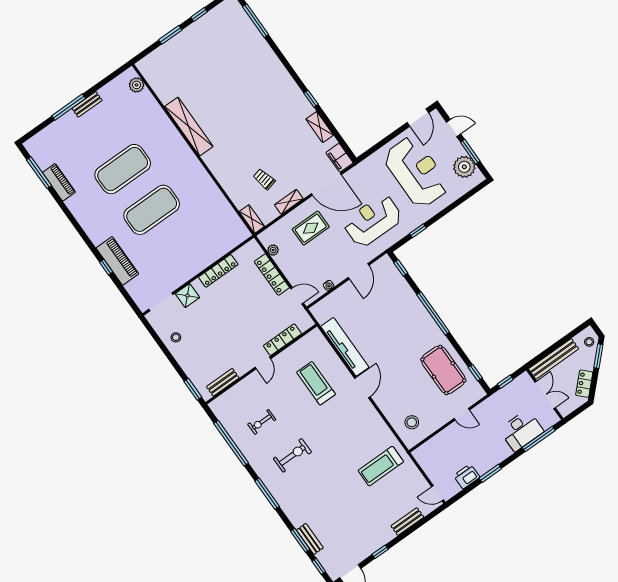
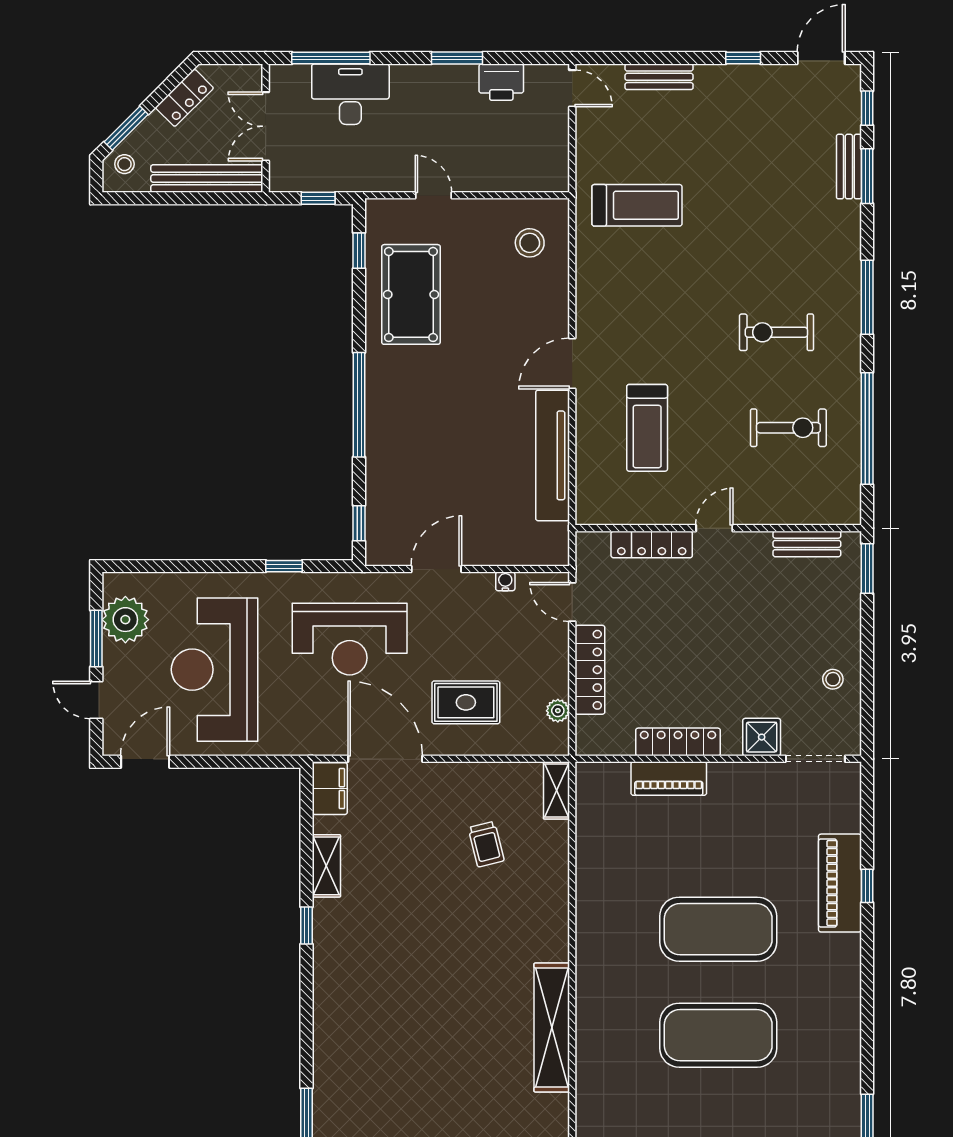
piano: (59, 182) -> (669, 779), moved, turned -90
shelving: (289, 202) -> (471, 775), removed
exercise bike: (262, 422) -> (788, 428), width x1.38, depth x1.39

